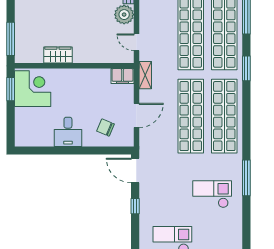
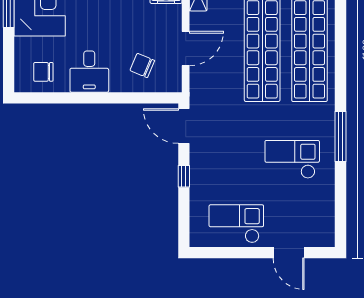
chair: (35, 132) -> (43, 72), added

